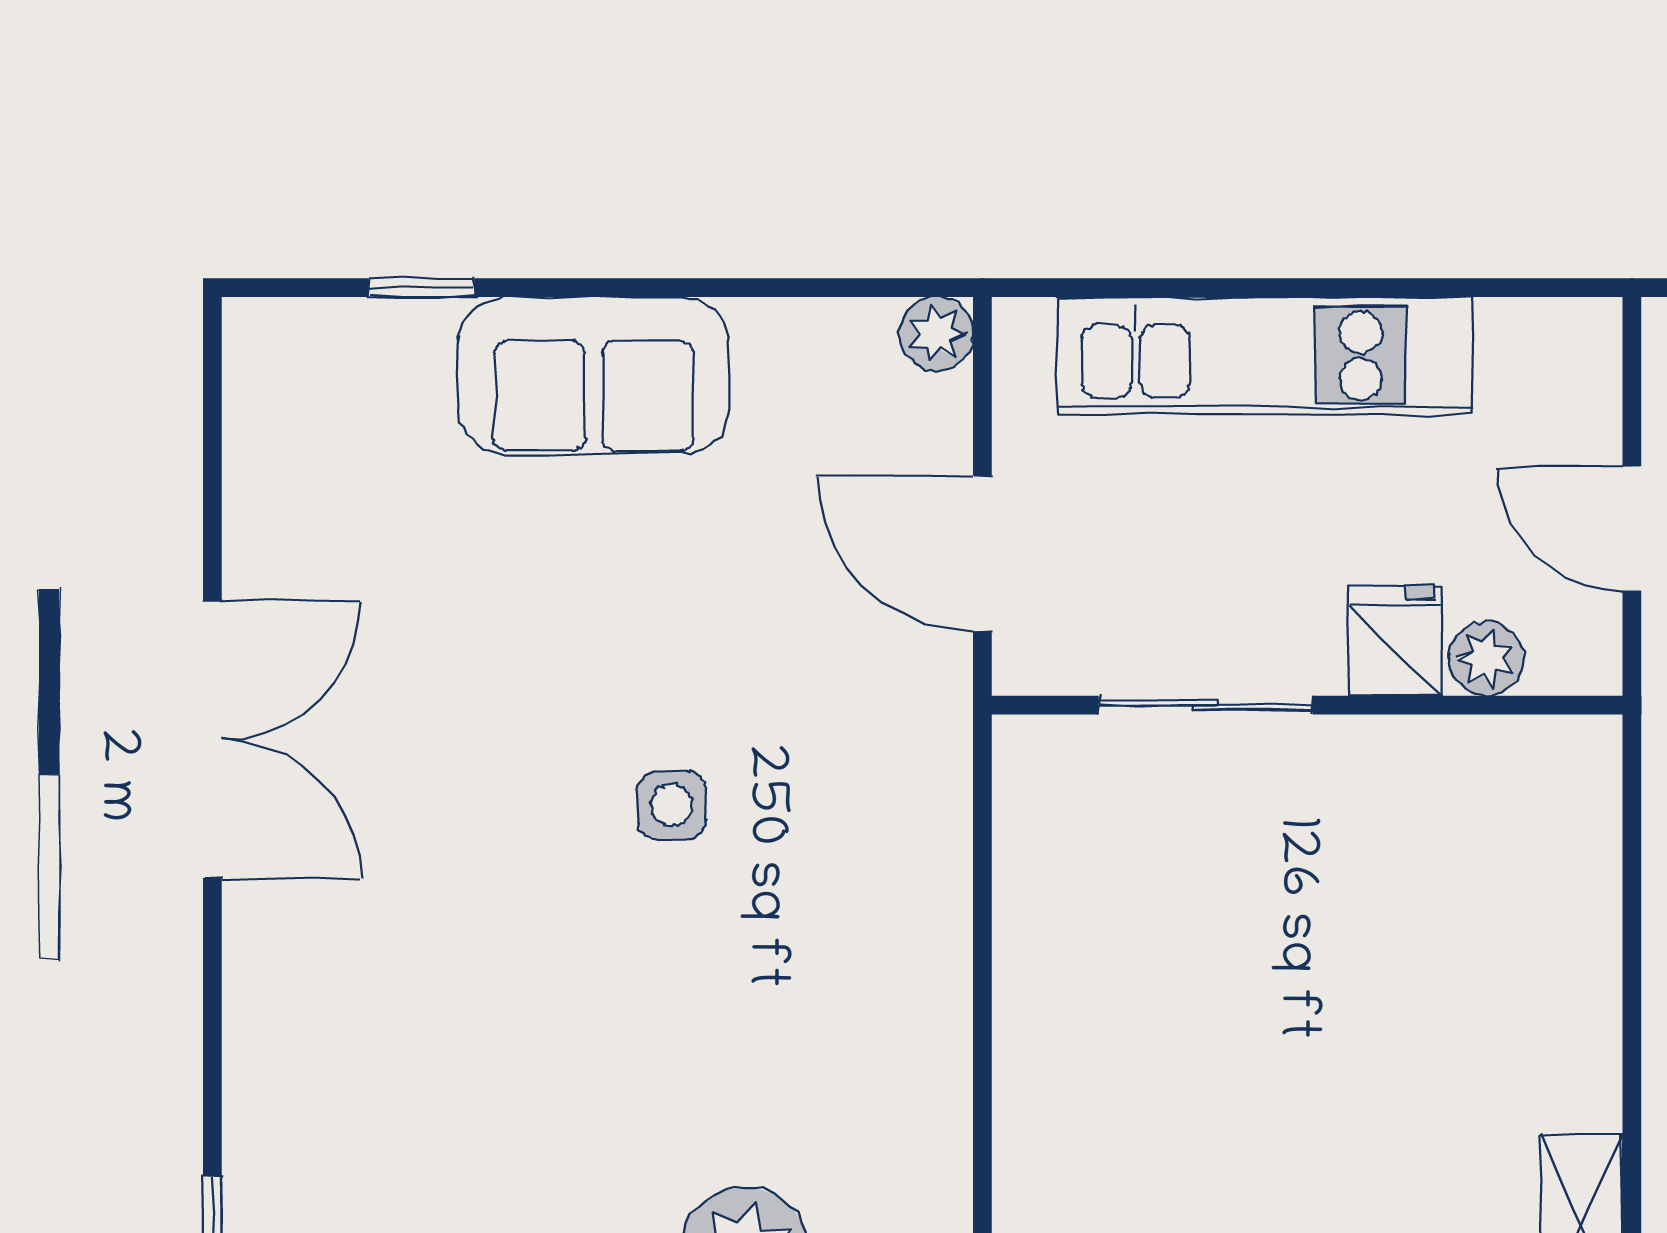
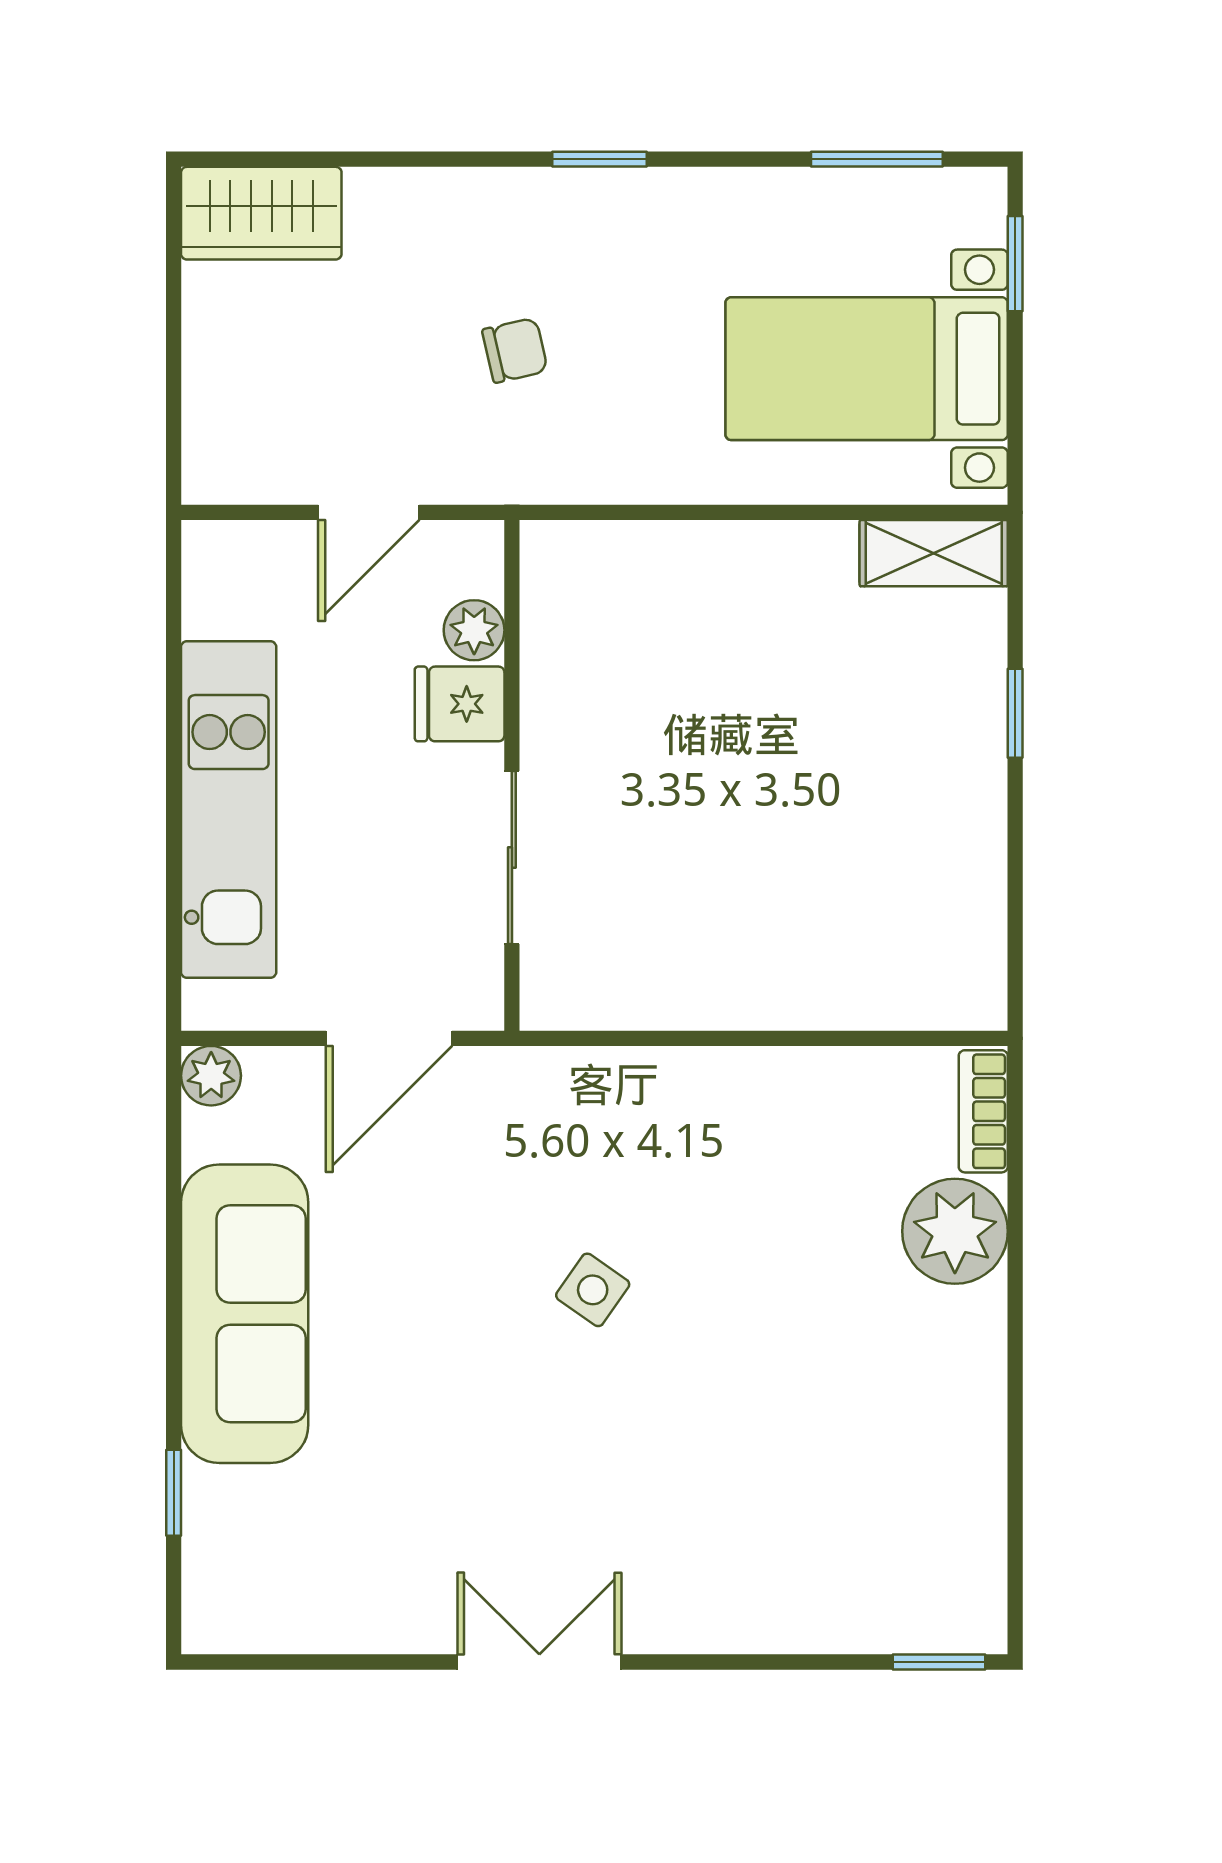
sofa: (593, 375) -> (245, 1314), width x1.36
double door: (212, 739) -> (539, 1662), width x0.73
side table: (672, 805) -> (593, 1290), turned 35

